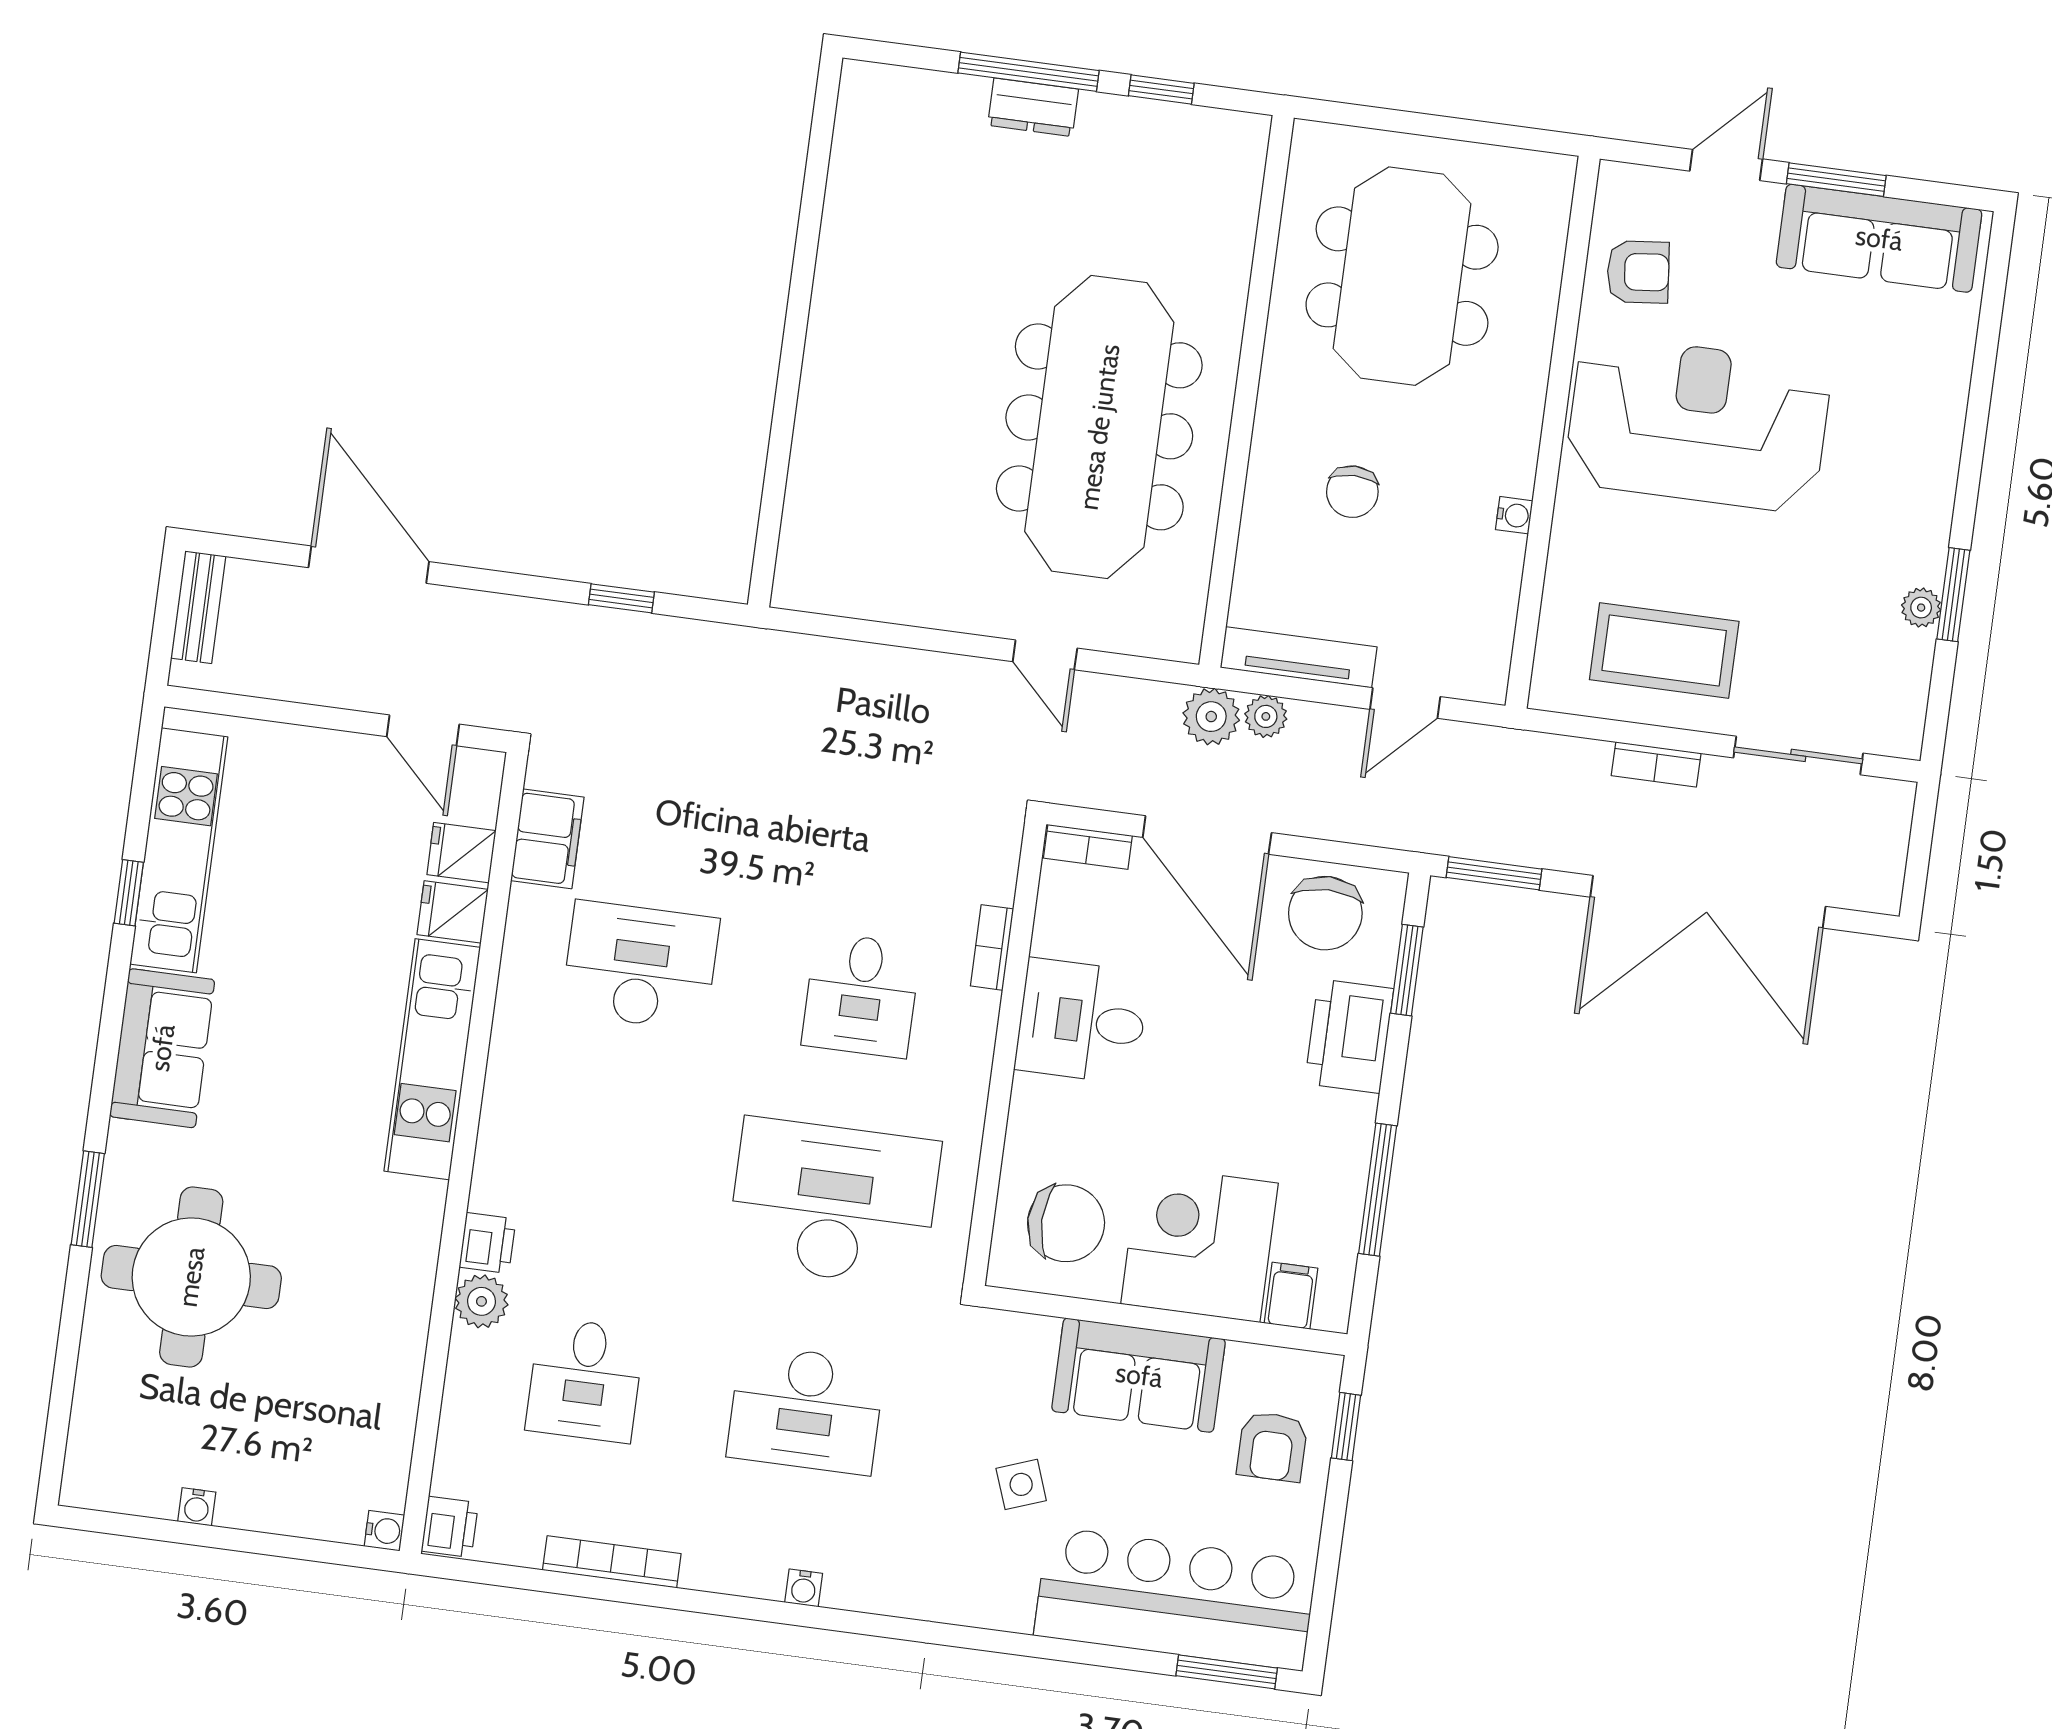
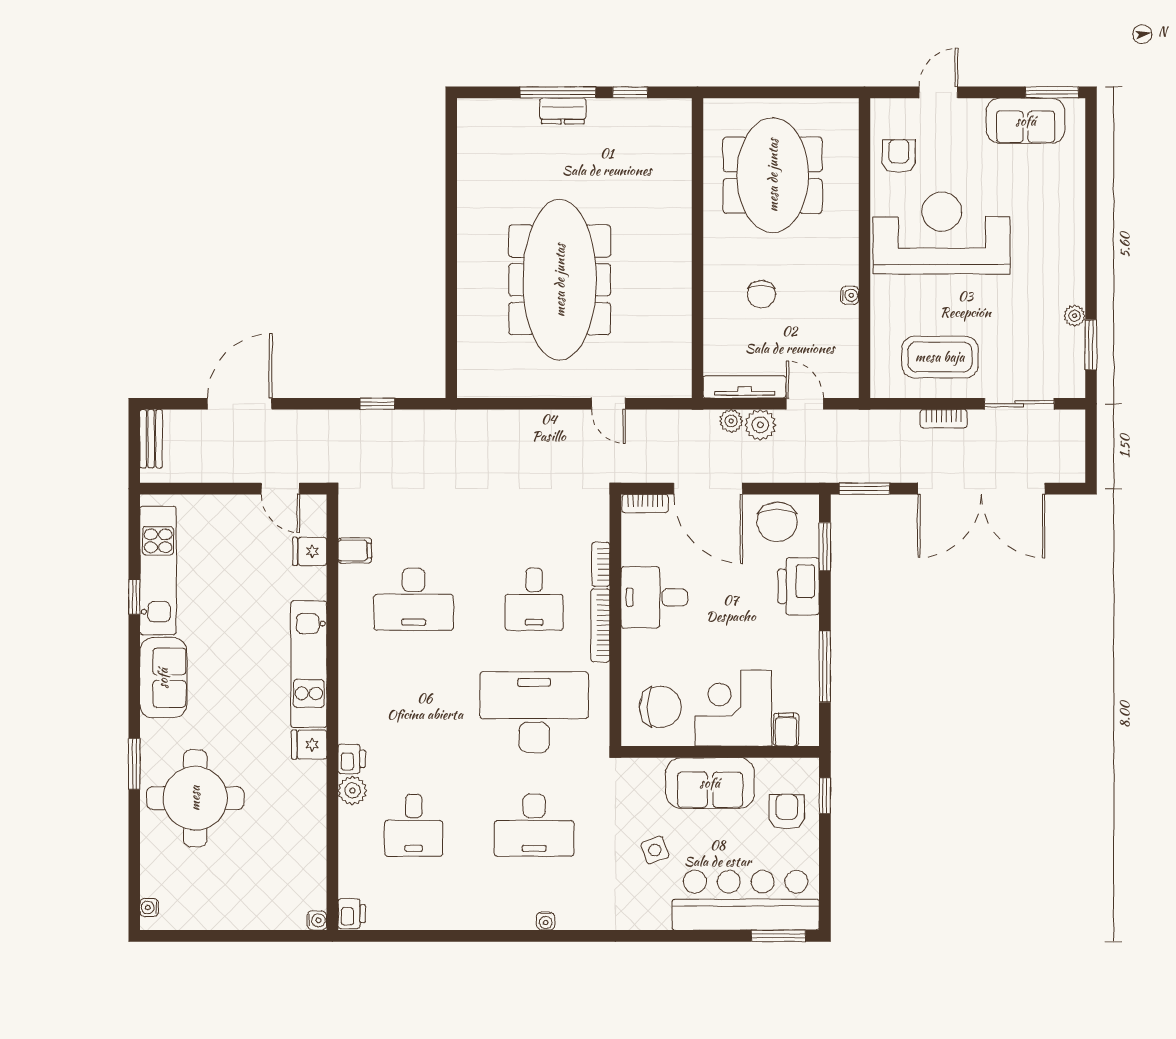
window: (1836, 180) -> (1052, 92), moved
sofa: (1879, 238) -> (1026, 121), width x0.73
armchair: (1638, 272) -> (899, 156), turned -84
meeting table: (1099, 427) -> (560, 280), moved
door: (369, 565) -> (239, 404), hinge flipped
window: (1953, 595) -> (1091, 345), moved
door: (1405, 703) -> (805, 404), swing flipped
plant: (1211, 717) -> (760, 425), moved
filing cabinet: (547, 839) -> (355, 550), width x0.50
fridge: (453, 912) -> (309, 745), moved
desk: (640, 966) -> (414, 599), turned 180
armchair: (1272, 1447) -> (787, 812), turned 180
water cooler: (197, 1507) -> (149, 908), moved, turned 90
bookcase: (612, 1562) -> (600, 625), moved, turned -90

